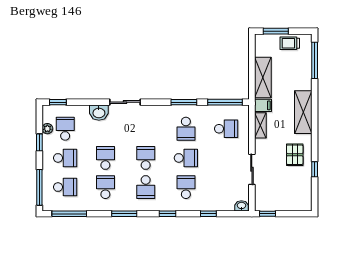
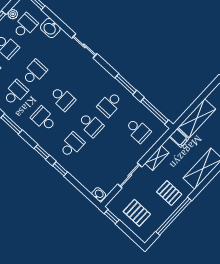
washbasin: (99, 113) -> (50, 28), moved
shelving: (260, 125) -> (157, 158), moved
pallet: (295, 155) -> (169, 193), turned 90
school desk: (146, 158) -> (63, 98), turned 90
window: (315, 169) -> (174, 216), width x3.17
school desk: (146, 187) -> (44, 119), turned 90
pallet: (284, 193) -> (137, 213), added
window: (208, 214) -> (60, 169), moved

